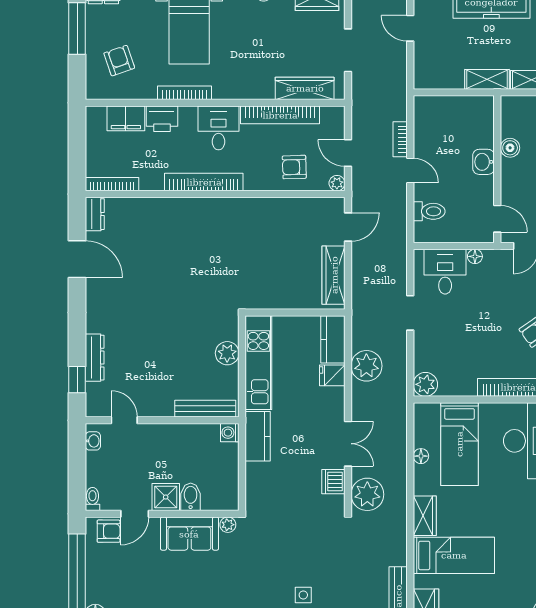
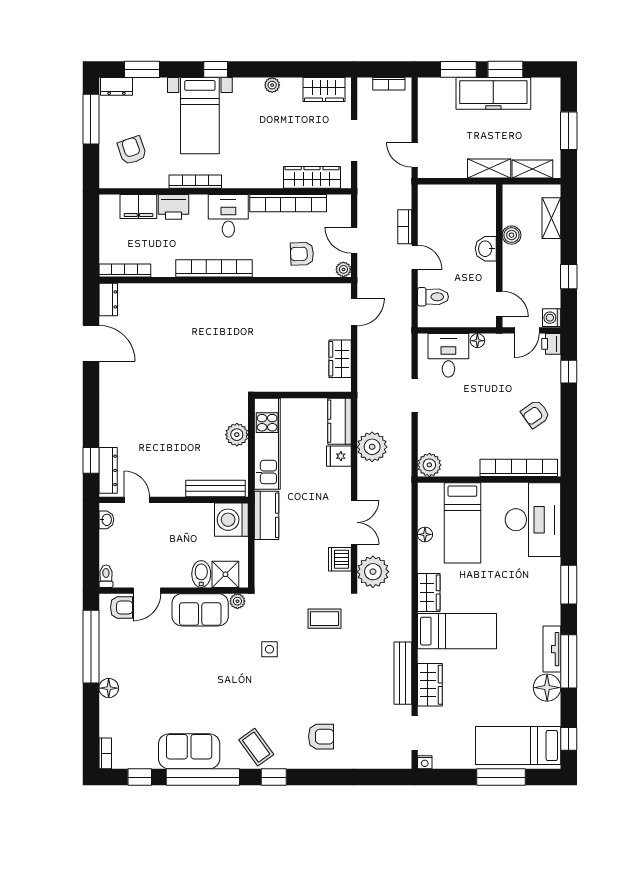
door: (410, 28) -> (415, 155), moved
wardrobe: (334, 275) -> (340, 359), width x0.67
dresser: (95, 358) -> (108, 470), moved
washing machine: (230, 433) -> (231, 520), width x1.89, depth x1.89
shower: (166, 497) -> (225, 574), moved
coffee table: (317, 543) -> (325, 619), added
side table: (303, 595) -> (269, 649), moved

